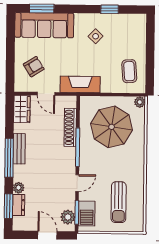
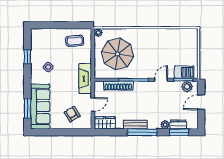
door: (77, 183) -> (161, 80), hinge flipped
sun lounger: (119, 202) -> (175, 48), removed

